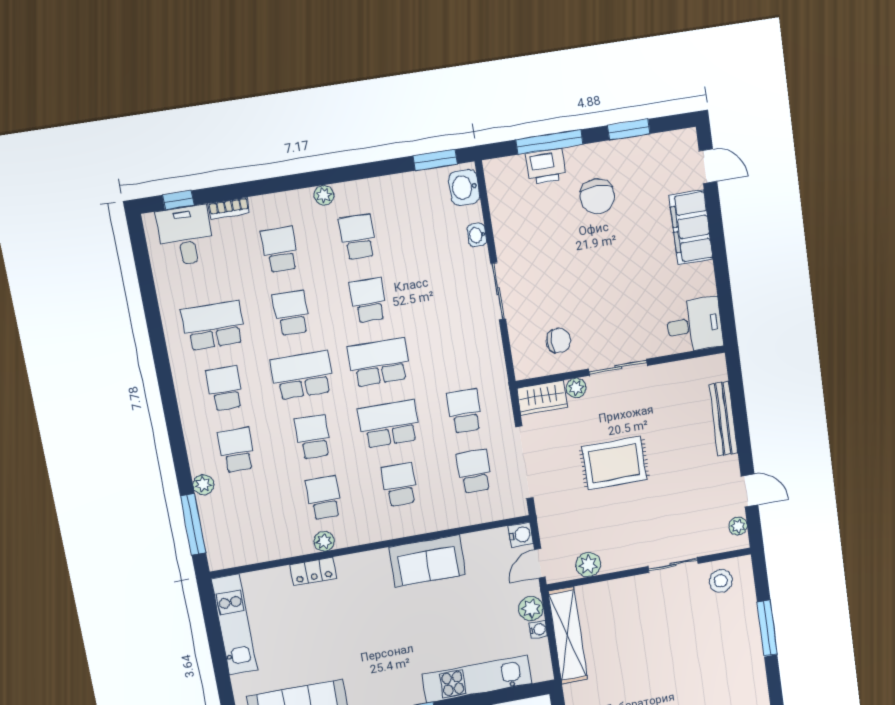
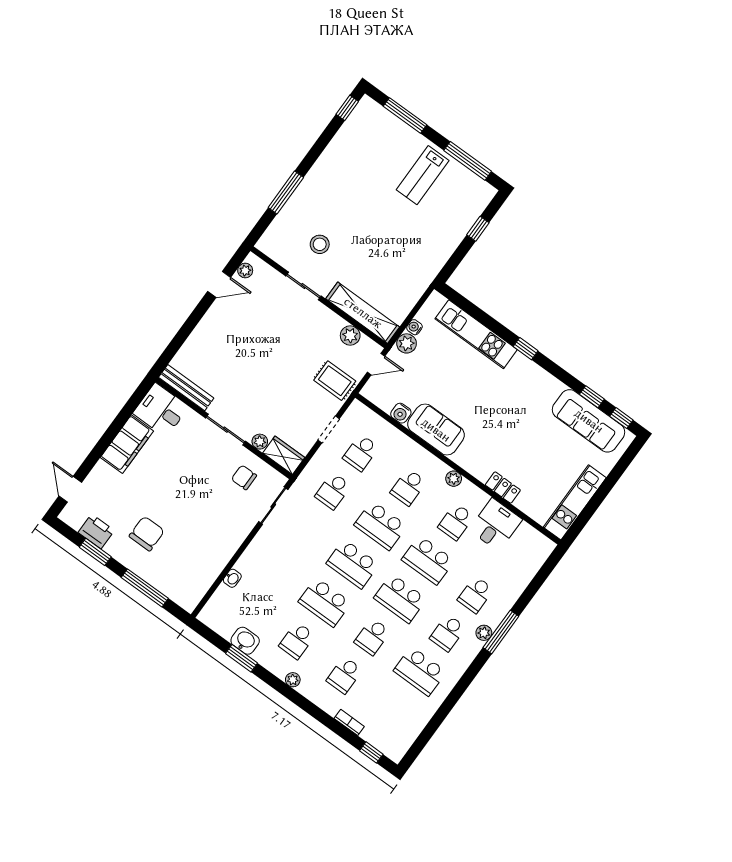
window: (435, 160) -> (242, 658), moved
printer: (546, 166) -> (96, 531), moved
washbasin: (464, 187) -> (245, 641), moved, turned -90
filing cabinet: (691, 227) -> (127, 444), moved
desk: (186, 235) -> (496, 525), moved, turned 180
sliding door: (498, 291) -> (273, 506), moved
school desk: (368, 300) -> (325, 602), width x1.85
bench: (723, 419) -> (186, 388), moved, turned 90
school desk: (313, 437) -> (428, 560), width x1.85
doorway: (524, 462) -> (329, 429), width x0.53
rug: (614, 463) -> (335, 381), moved, width x0.73, depth x0.70
plant: (203, 485) -> (484, 633), moved
door: (750, 491) -> (219, 284), swing flipped
window: (193, 524) -> (501, 632), moved
water cooler: (521, 535) -> (401, 413), moved, turned -90
plant: (324, 541) -> (454, 479), moved
stool: (721, 581) -> (320, 244), moved
shelving: (568, 635) -> (363, 313), moved, turned 90

